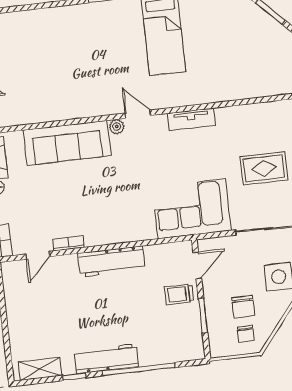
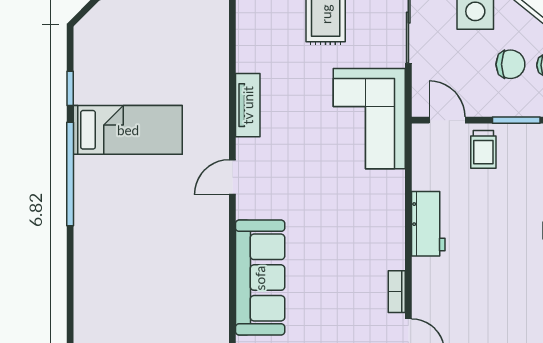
plant: (117, 127) -> (246, 208), removed
workbench: (112, 261) -> (428, 224), width x0.73

